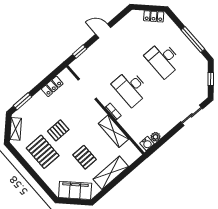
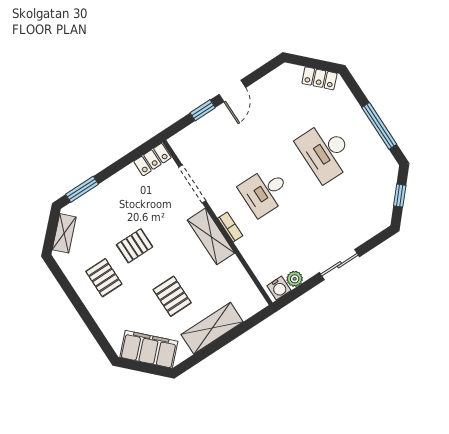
door: (103, 31) -> (232, 91), swing flipped
window: (80, 52) -> (203, 110), moved
locker: (52, 86) -> (152, 160), moved
desk: (131, 88) -> (265, 192), width x0.73
sliding door: (192, 115) -> (339, 265), moved
shelving: (114, 131) -> (211, 236), moved
pallet: (43, 152) -> (104, 278), width x0.67, depth x0.71

